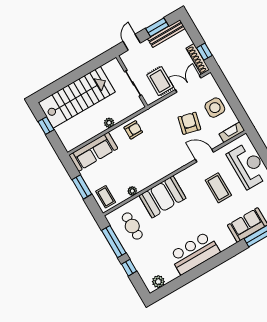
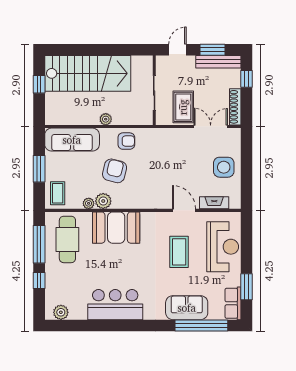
window: (204, 52) -> (247, 79), moved
armchair: (189, 123) -> (115, 171), moved
fireplace: (232, 132) -> (214, 203), moved
plant: (142, 183) -> (103, 201), added
cafe table: (132, 226) -> (67, 239), width x1.37, depth x1.35

